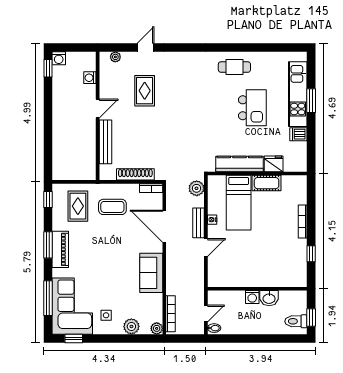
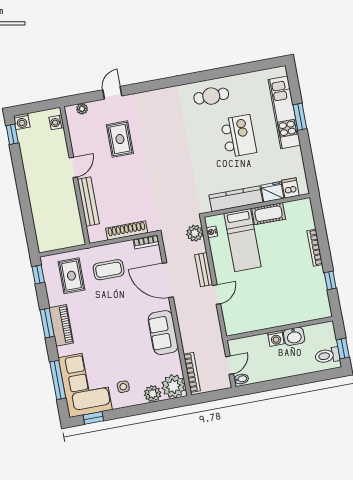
washing machine: (90, 78) -> (56, 122), moved
dishwasher: (298, 134) -> (290, 188), moved, turned 90
nightstand: (212, 220) -> (212, 232), moved
plant: (157, 328) -> (173, 386), width x1.88, depth x1.88

